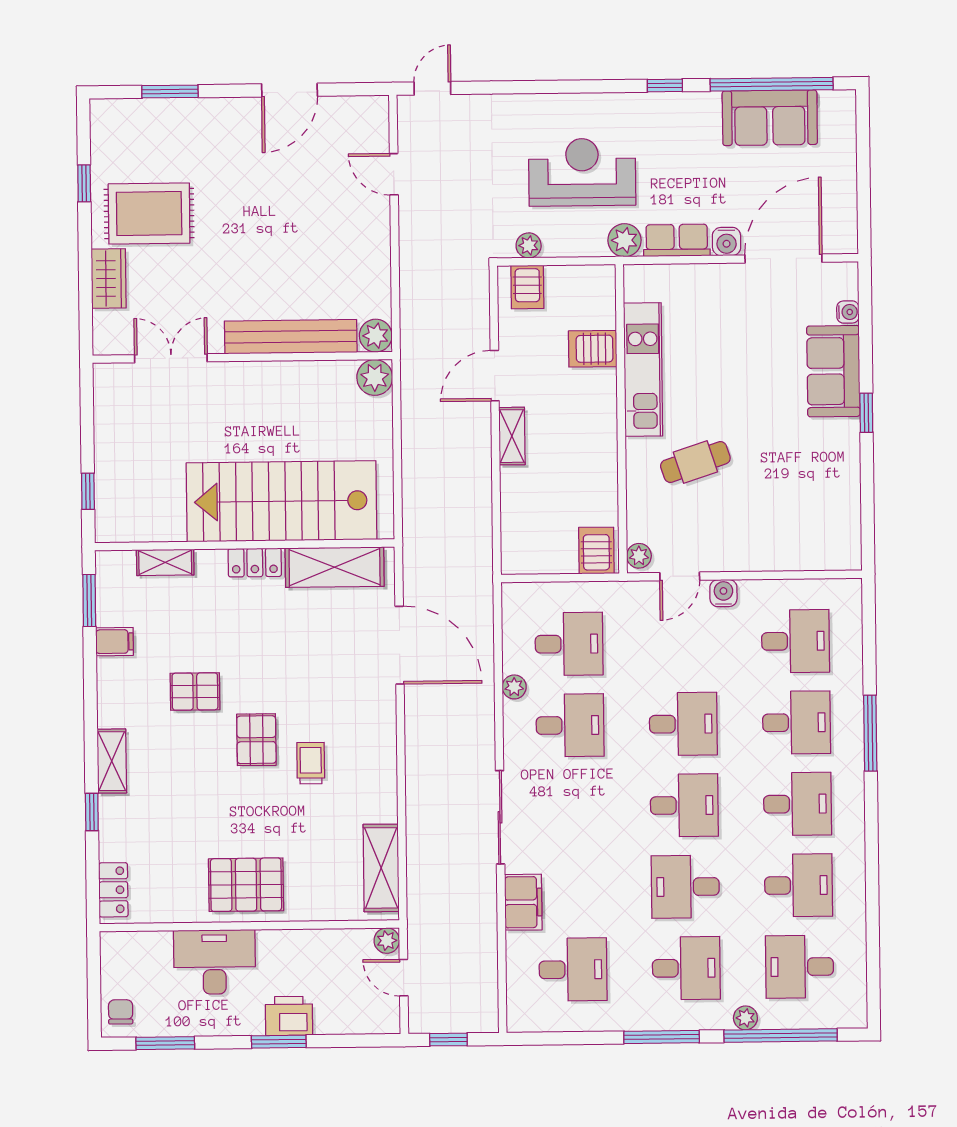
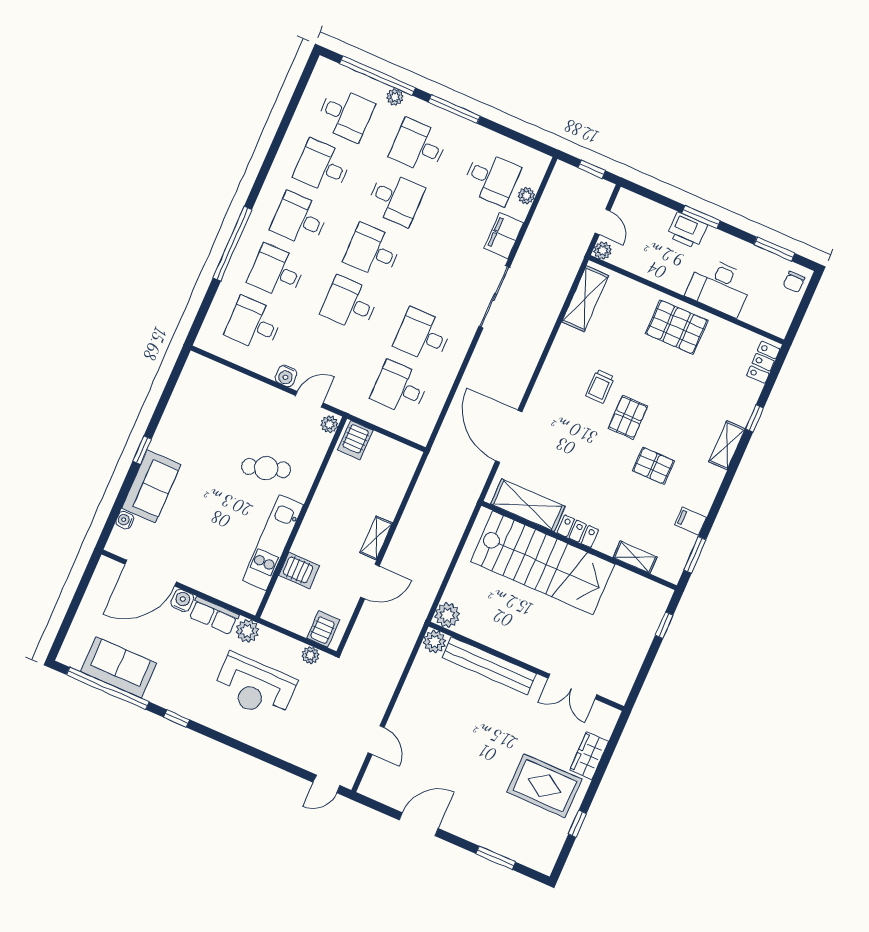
plant: (514, 687) -> (526, 196), moved
window: (870, 733) -> (232, 244), width x1.46
desk: (573, 969) -> (491, 178), turned 180

